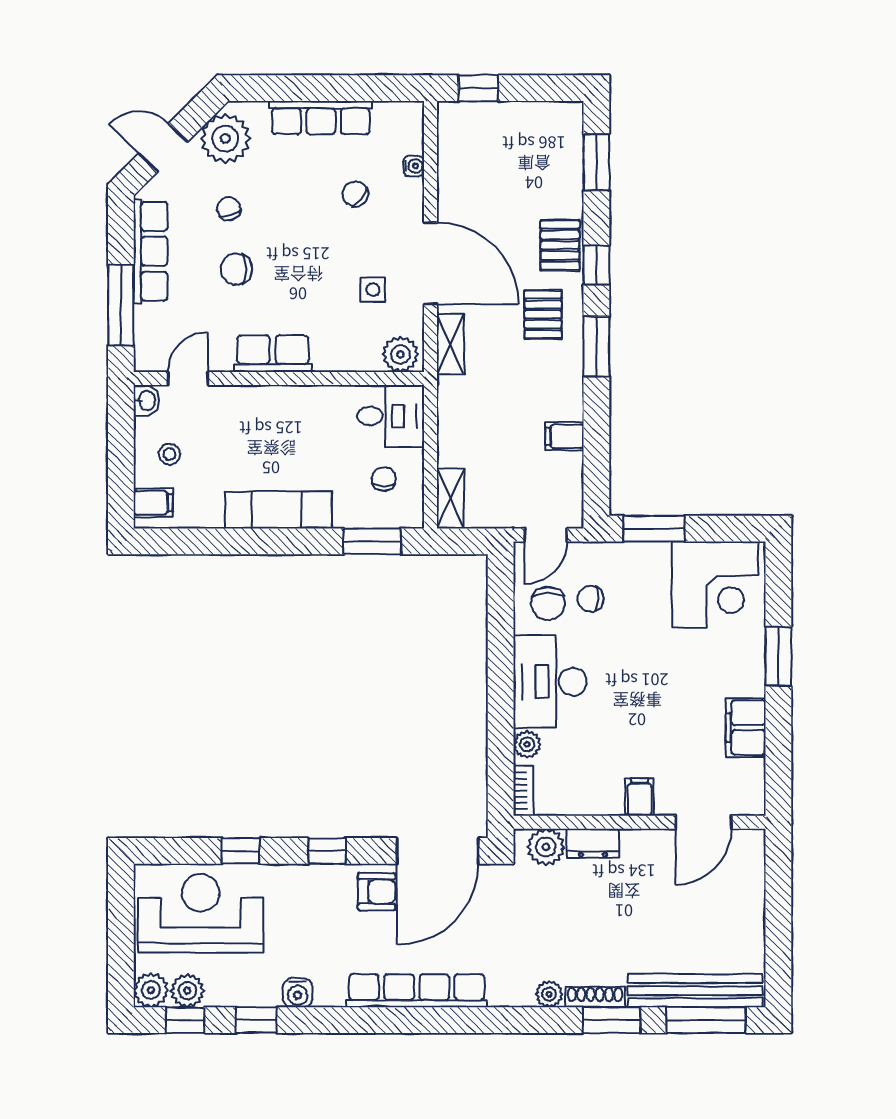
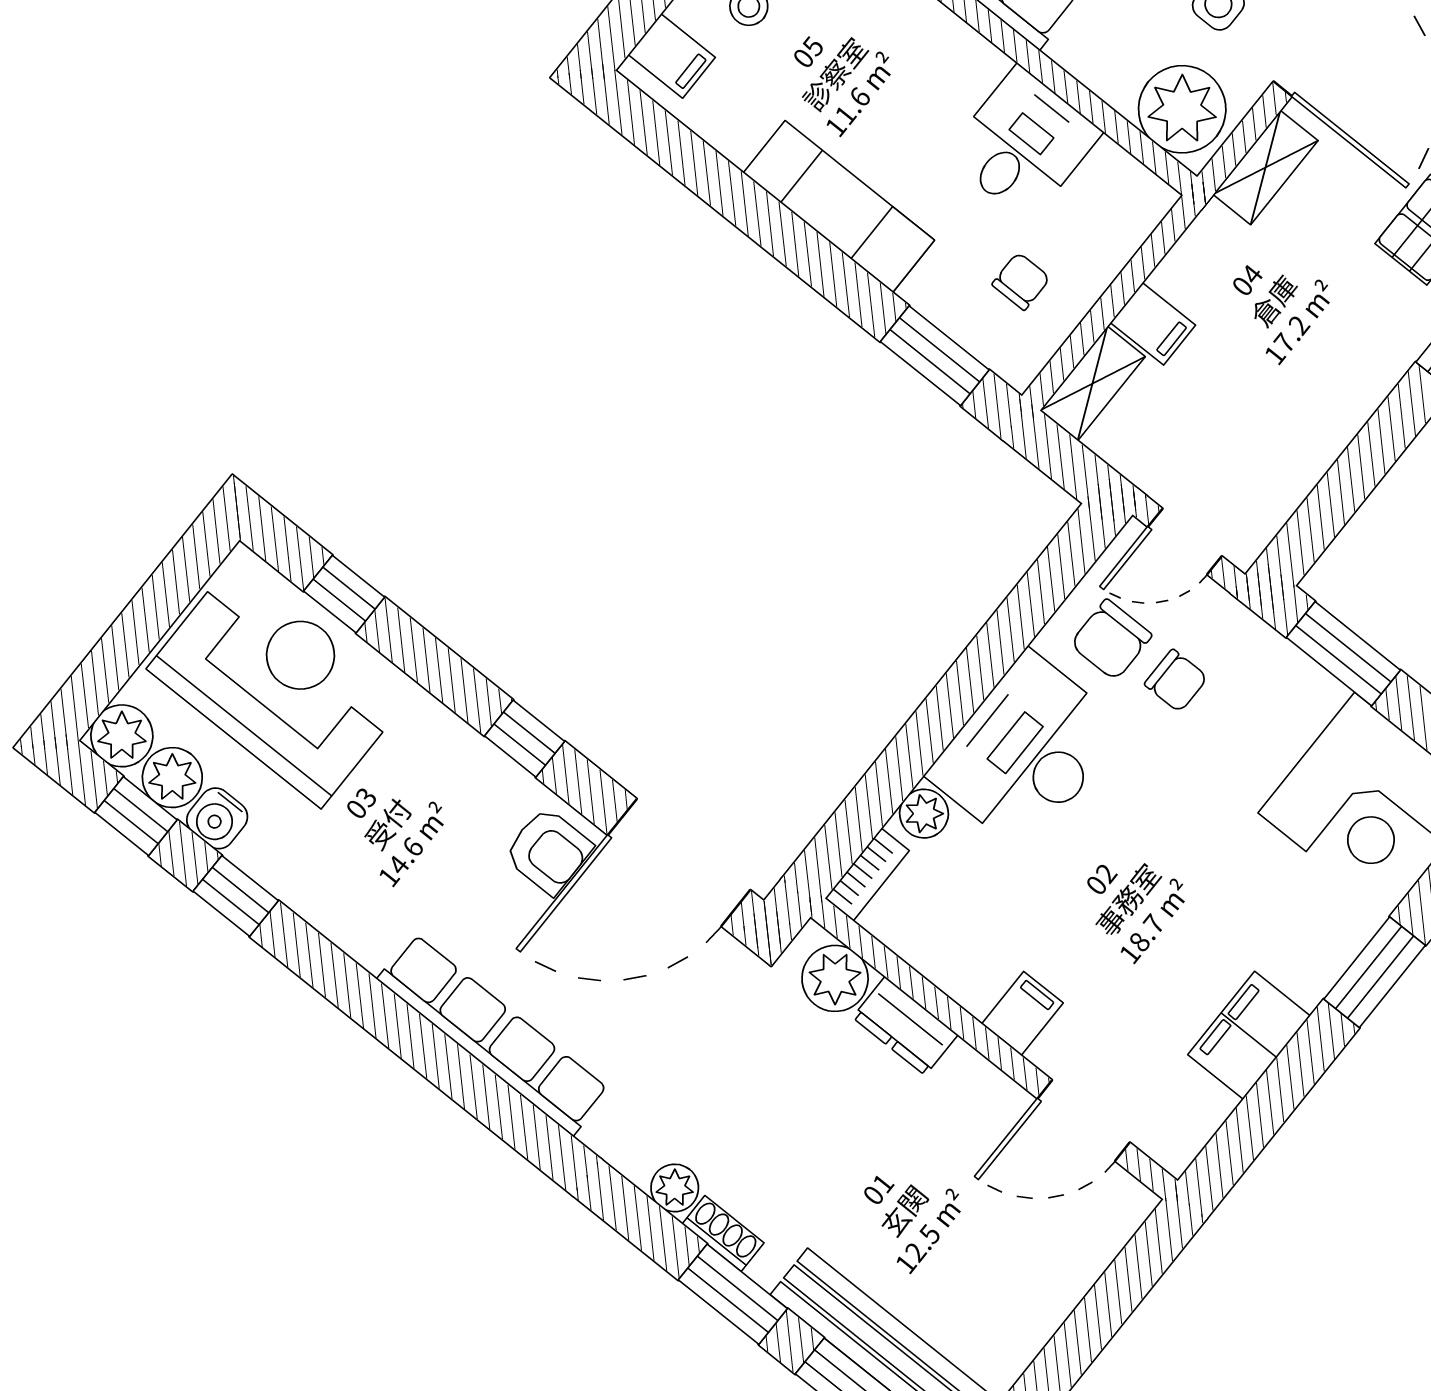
plant: (400, 354) -> (1182, 109), width x1.36, depth x1.36
desk: (391, 416) -> (1023, 144), moved, turned -90
filing cabinet: (565, 436) -> (1153, 324), moved, turned 180
chair: (590, 599) -> (1176, 681), turned 180
window: (241, 851) -> (344, 594), moved
water cooler: (298, 993) -> (217, 818), moved
shoe rack: (595, 997) -> (723, 1233), width x0.70

